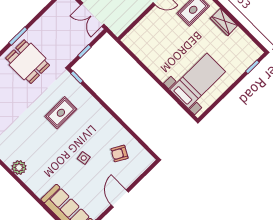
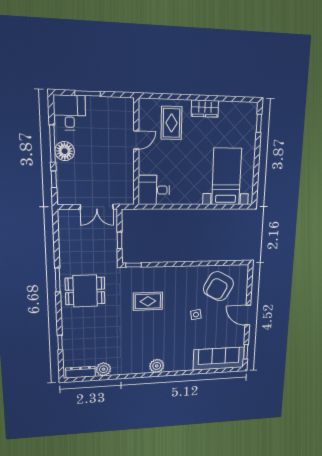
desk: (140, 41) -> (154, 190), added
rug: (61, 113) -> (148, 301), turned 90
armchair: (119, 154) -> (218, 286), width x1.88, depth x1.88

